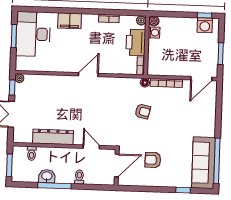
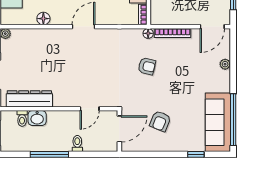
floor lamp: (53, 66) -> (43, 19), added
plant: (211, 112) -> (225, 64), added
dresser: (53, 137) -> (29, 99), moved
door: (91, 147) -> (90, 109), swing flipped
armchair: (153, 160) -> (160, 121), turned -68
washbasin: (47, 176) -> (37, 118), moved, turned 180

